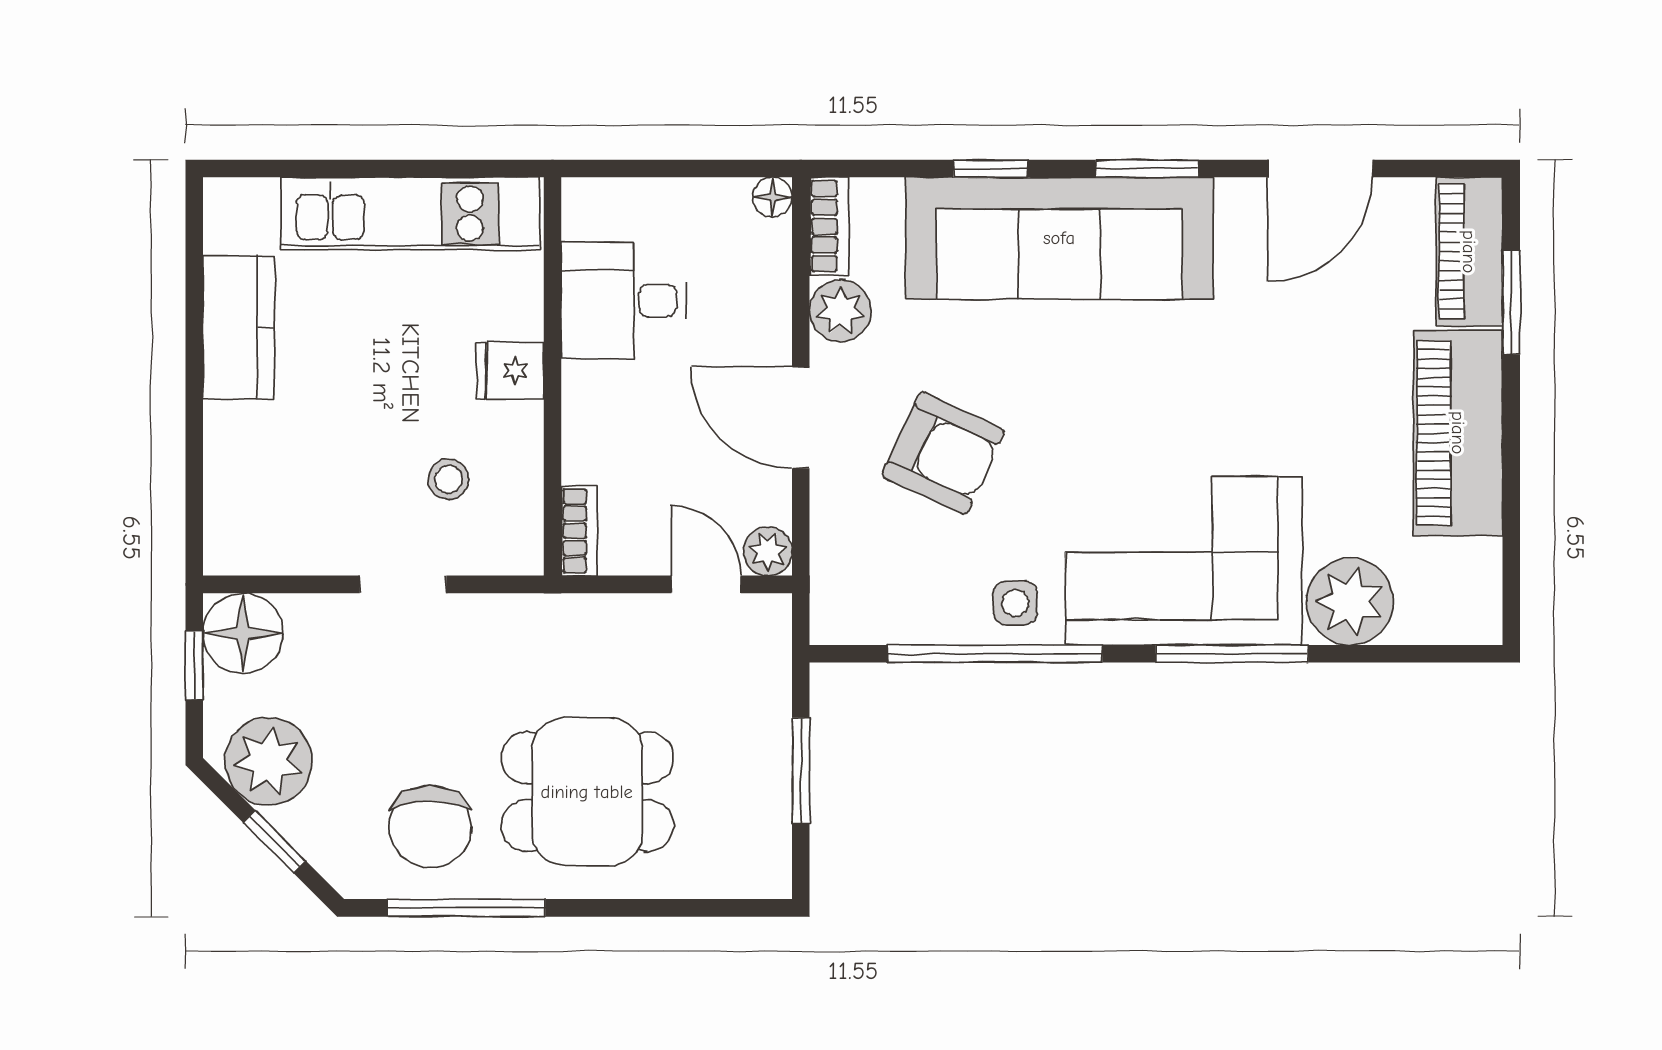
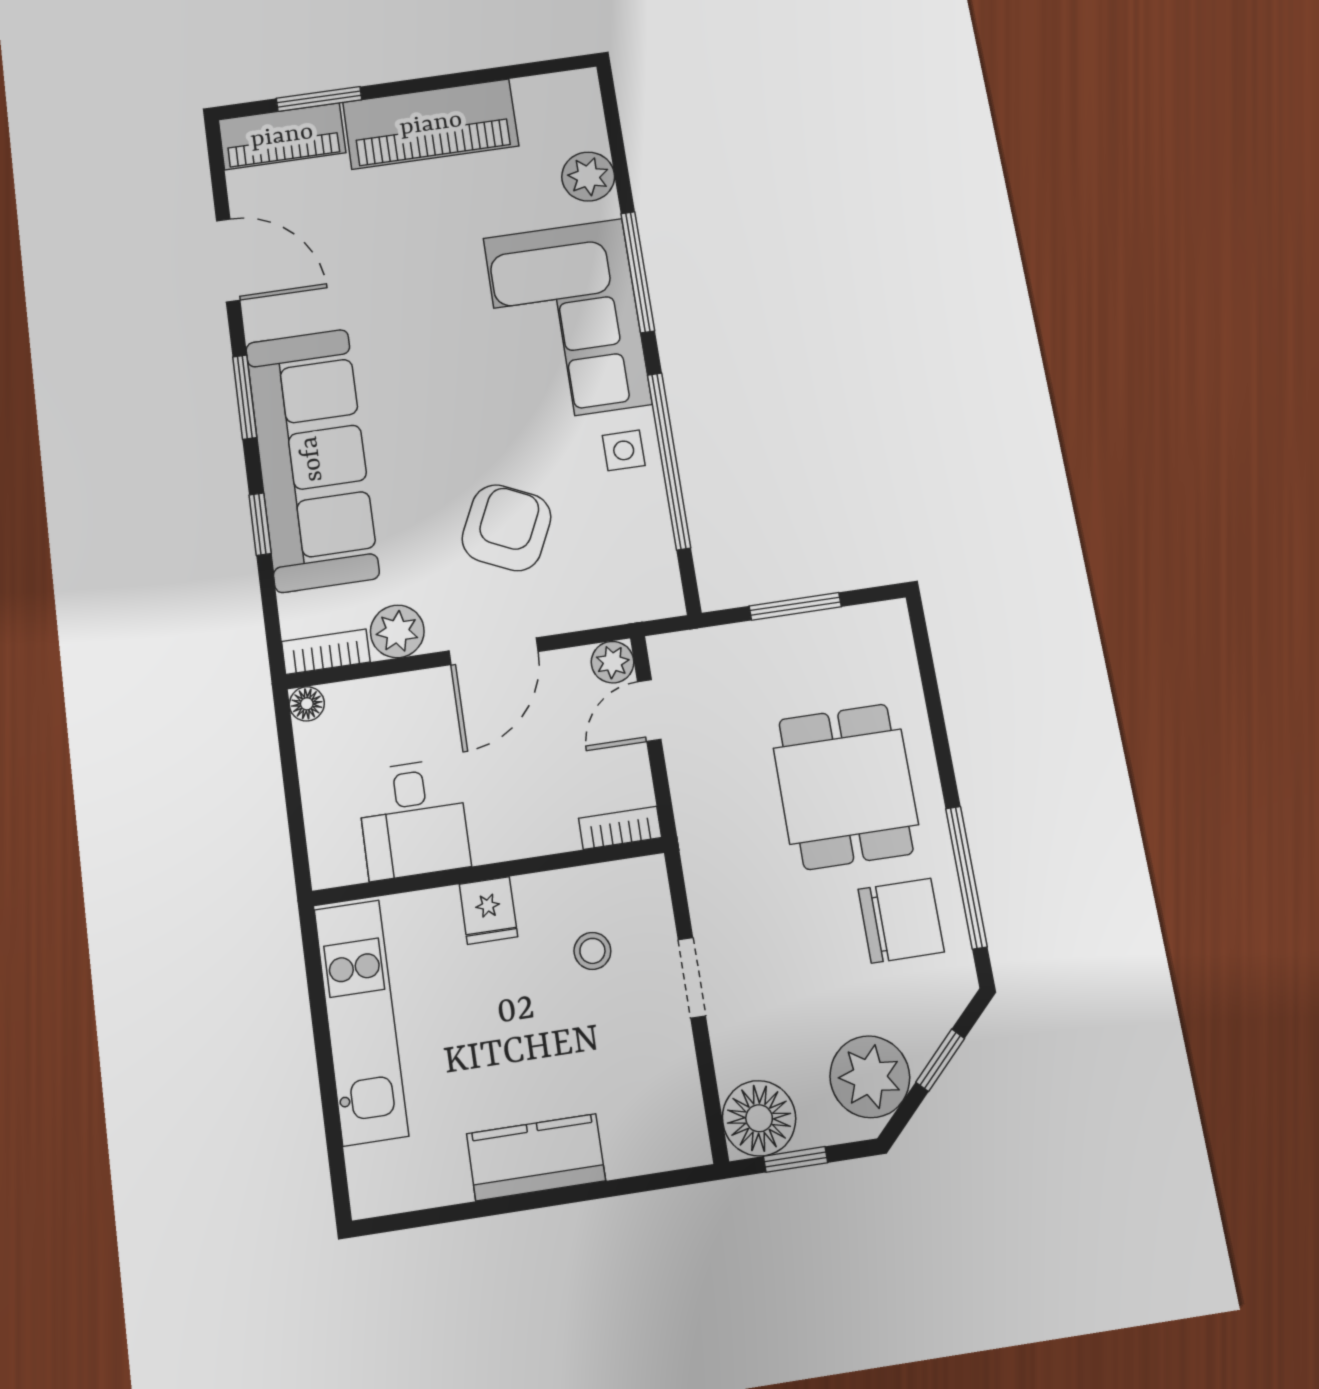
kitchen counter: (239, 327) -> (536, 1157), moved
plant: (1350, 602) -> (588, 177), width x0.73, depth x0.73

